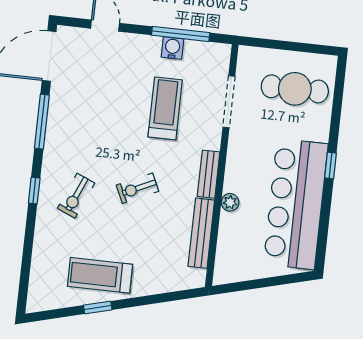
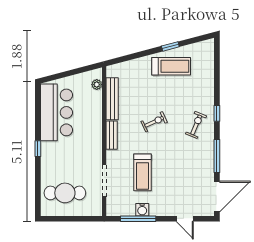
exercise bike: (76, 196) -> (196, 125), moved
plant: (230, 202) -> (97, 85), moved
bar counter: (296, 204) -> (57, 112), width x0.73

